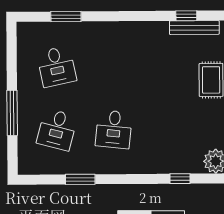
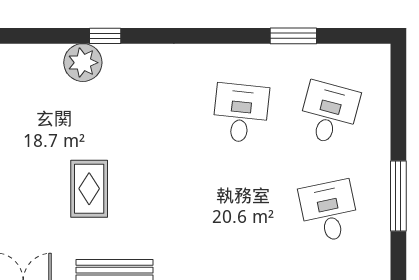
window: (12, 113) -> (398, 196), moved
window: (180, 179) -> (105, 36), moved

